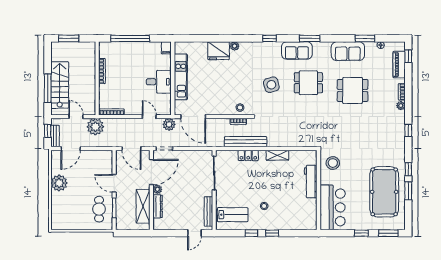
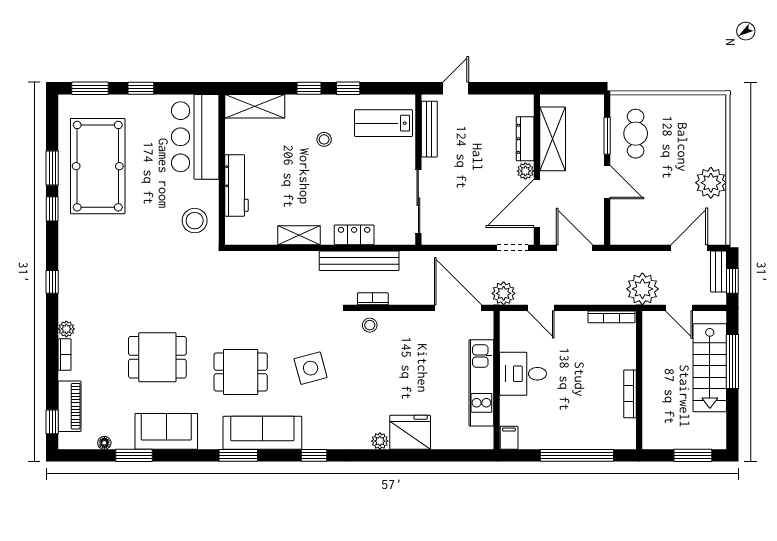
sofa: (297, 50) -> (262, 433), width x1.36
shelving: (301, 224) -> (255, 106), added

